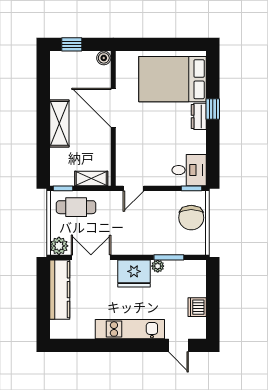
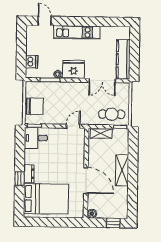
chair: (191, 218) -> (35, 106), turned 90
plant: (59, 246) -> (123, 89), removed
dishwasher: (197, 307) -> (31, 62), moved

